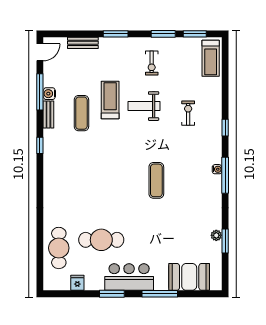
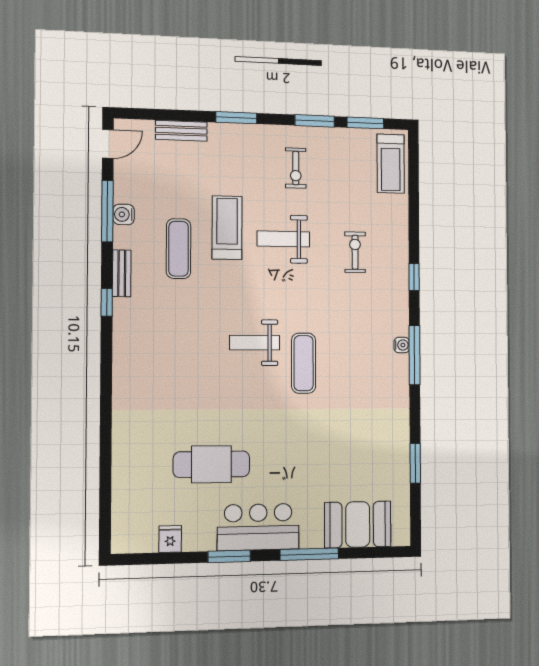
bench: (48, 114) -> (122, 273), moved
weight bench: (127, 168) -> (255, 343), added
plant: (216, 235) -> (401, 454), removed
cafe table: (59, 248) -> (138, 479), removed

